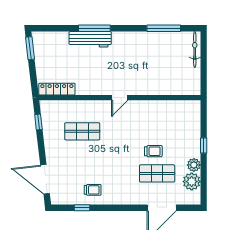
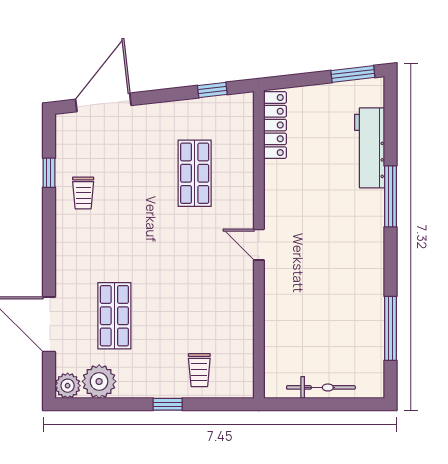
workbench: (90, 39) -> (370, 148), moved
bicycle: (195, 50) -> (321, 387), moved
trolley: (153, 151) -> (199, 370), moved
plant: (194, 165) -> (68, 386), moved

